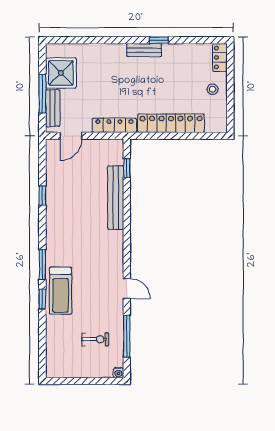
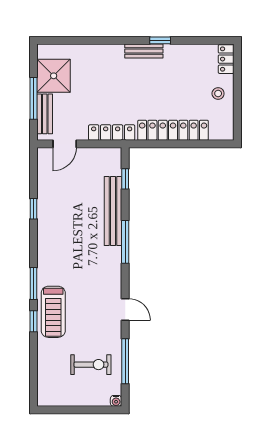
window: (127, 226) -> (125, 242), added
exercise bike: (95, 339) -> (91, 365), width x1.38, depth x1.39

